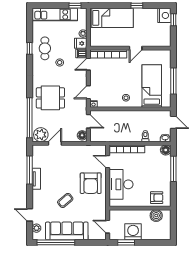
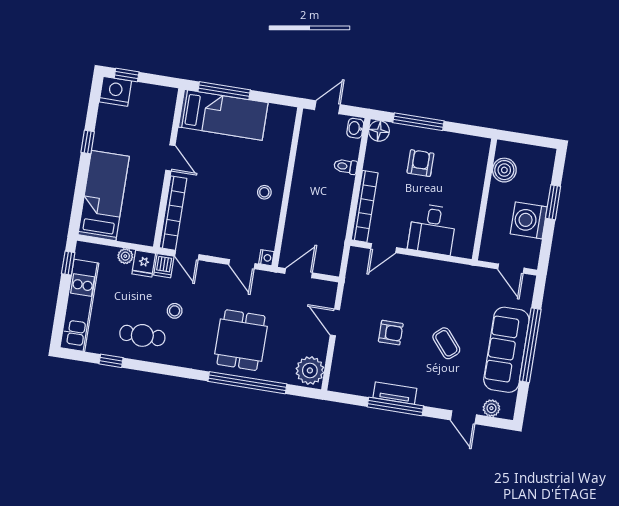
window: (30, 48) -> (111, 361), moved
window: (173, 81) -> (224, 91), moved
bed: (152, 86) -> (223, 115), moved, turned 180
window: (30, 118) -> (247, 383), moved
floor lamp: (82, 135) -> (324, 290), removed
door: (55, 143) -> (335, 322), moved
window: (30, 170) -> (395, 406), moved
armchair: (91, 183) -> (391, 333), moved, width x0.53, depth x0.53
desk: (121, 184) -> (432, 229), width x0.73
armchair: (157, 198) -> (420, 163), moved
door: (30, 215) -> (463, 417), hinge flipped
door: (108, 227) -> (511, 269), hinge flipped
window: (56, 242) -> (530, 345), moved
window: (126, 242) -> (553, 202), moved

